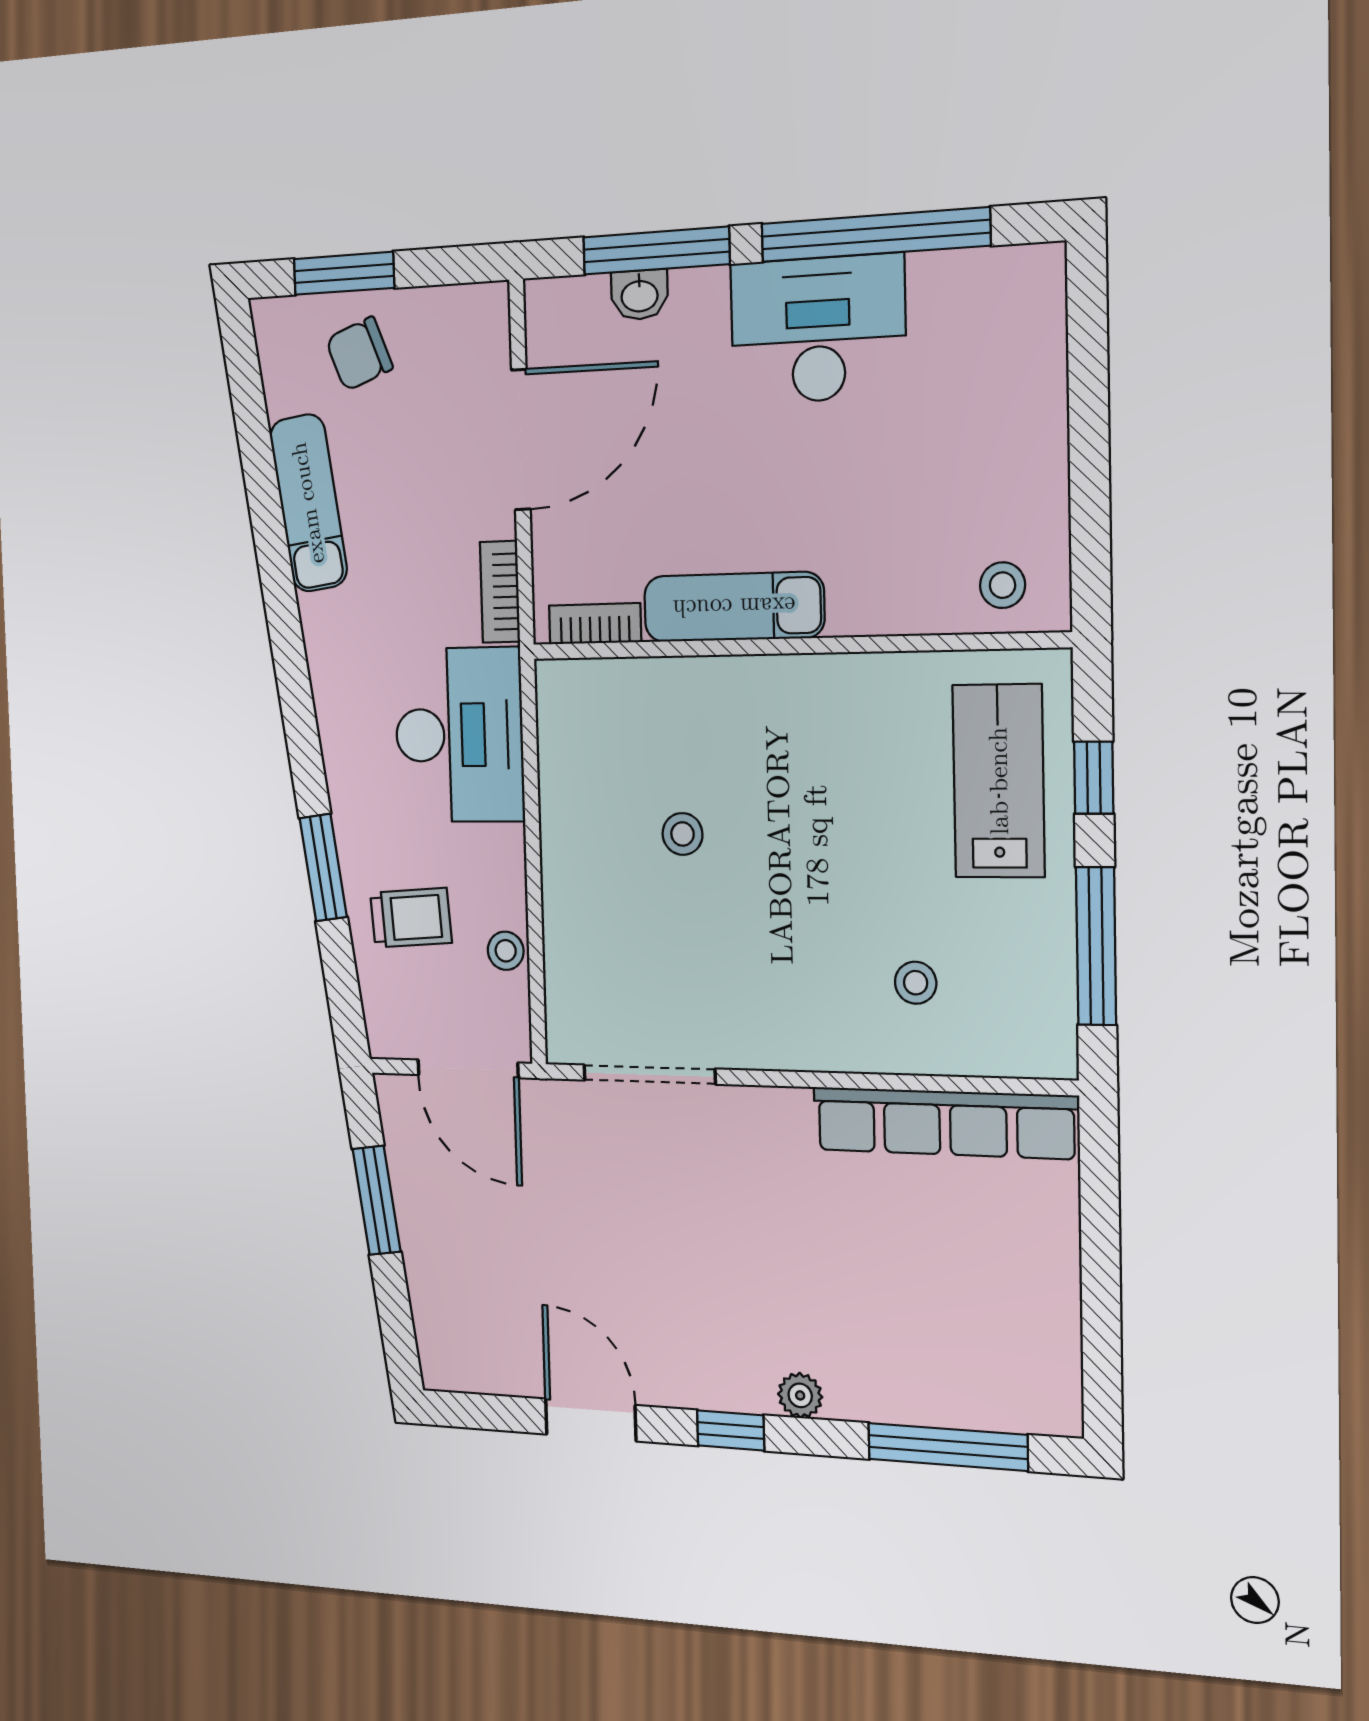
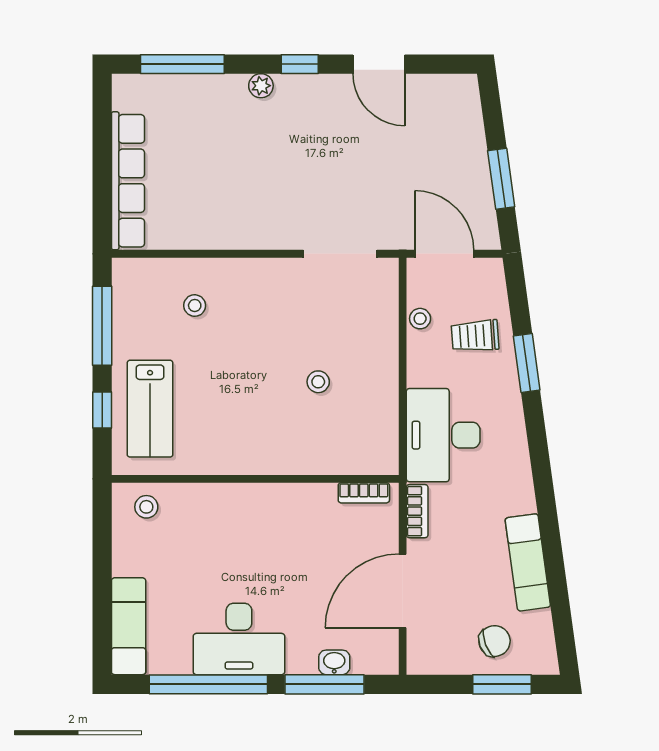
exam couch: (734, 607) -> (129, 626), moved, turned -90
row of seats: (945, 1123) -> (128, 181), moved, turned 90

